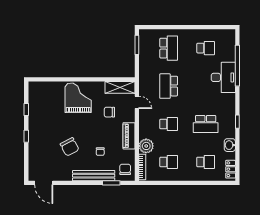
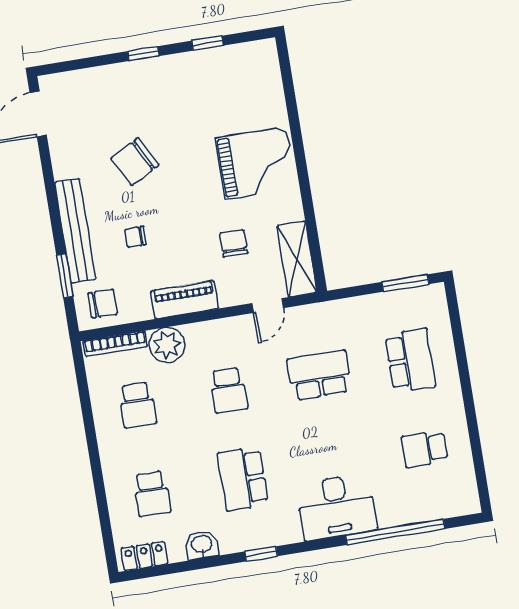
school desk: (169, 48) -> (410, 360), turned -90
school desk: (206, 48) -> (425, 449), turned 90
desk: (223, 77) -> (336, 507), moved

